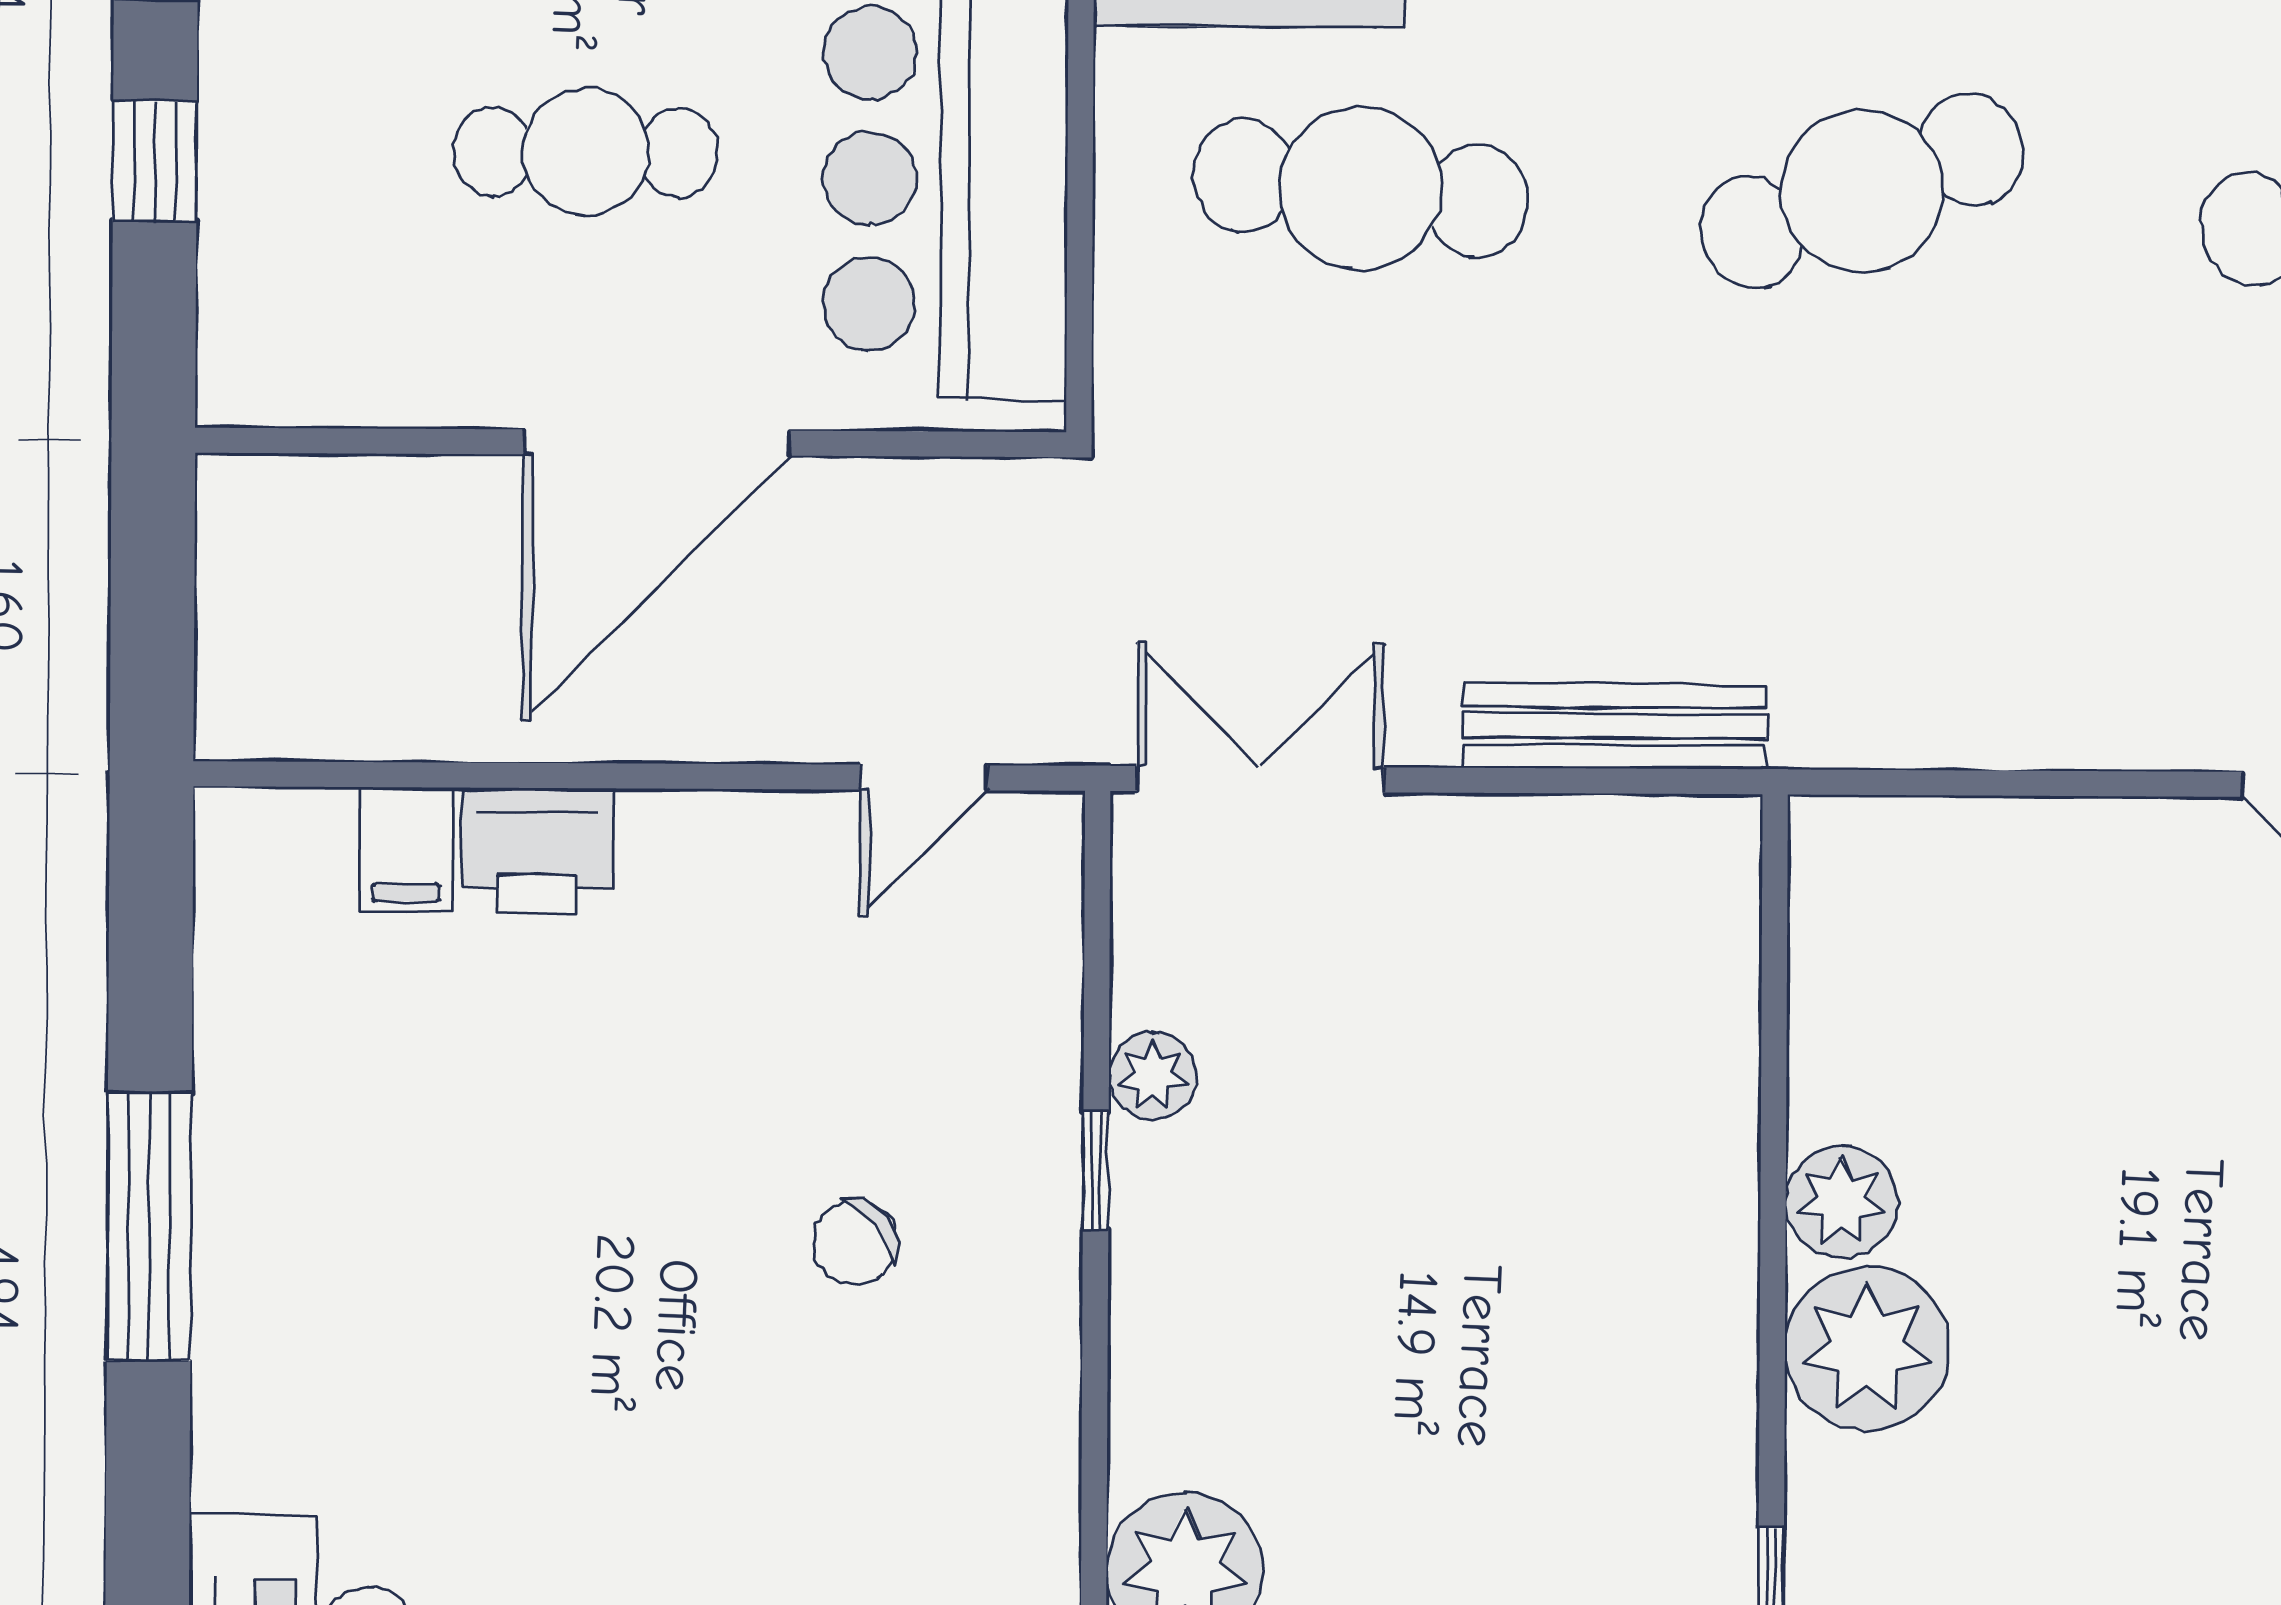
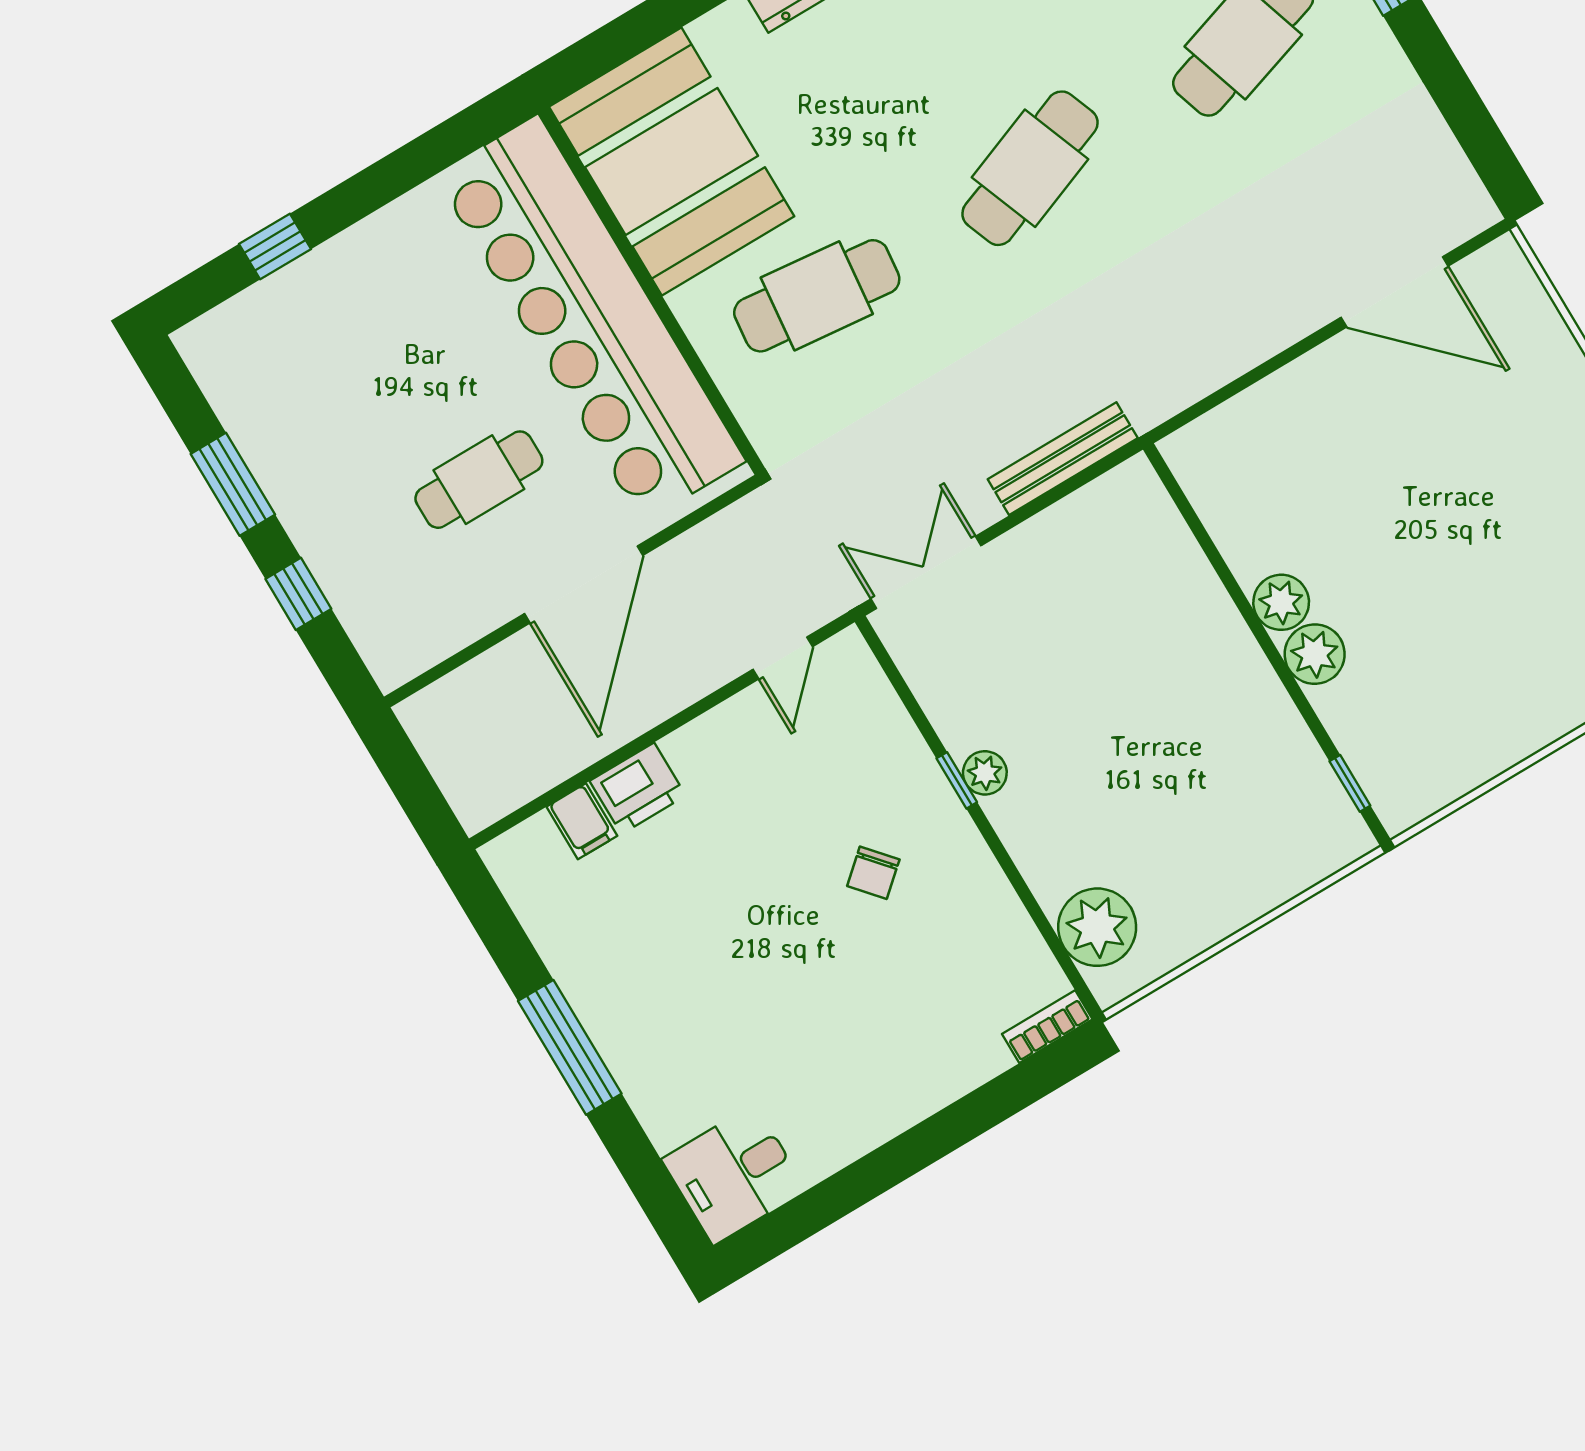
plant: (1153, 1076) -> (985, 773), moved
plant: (1867, 1349) -> (1315, 654), width x0.73, depth x0.73

